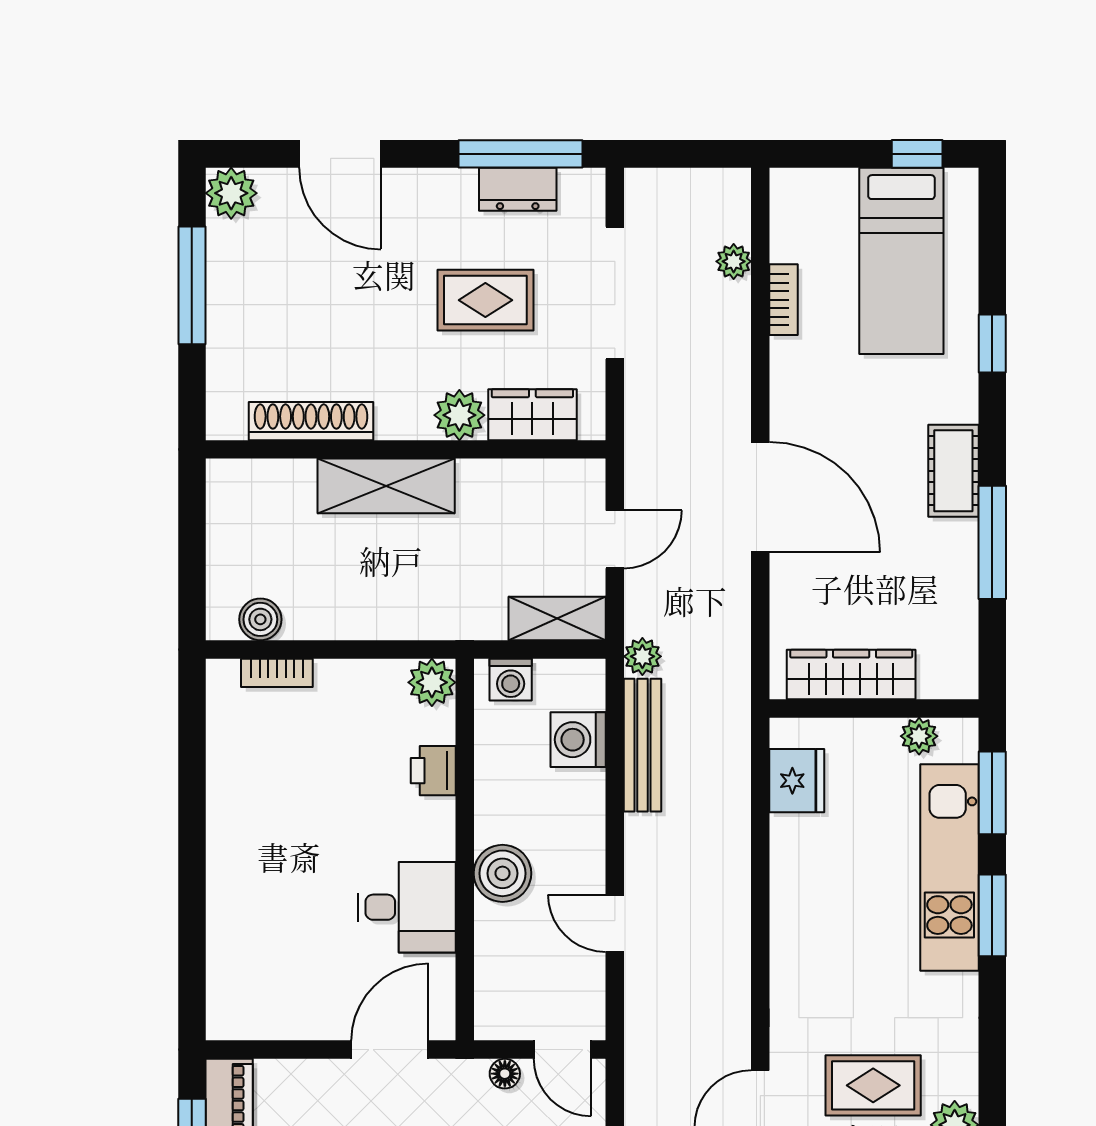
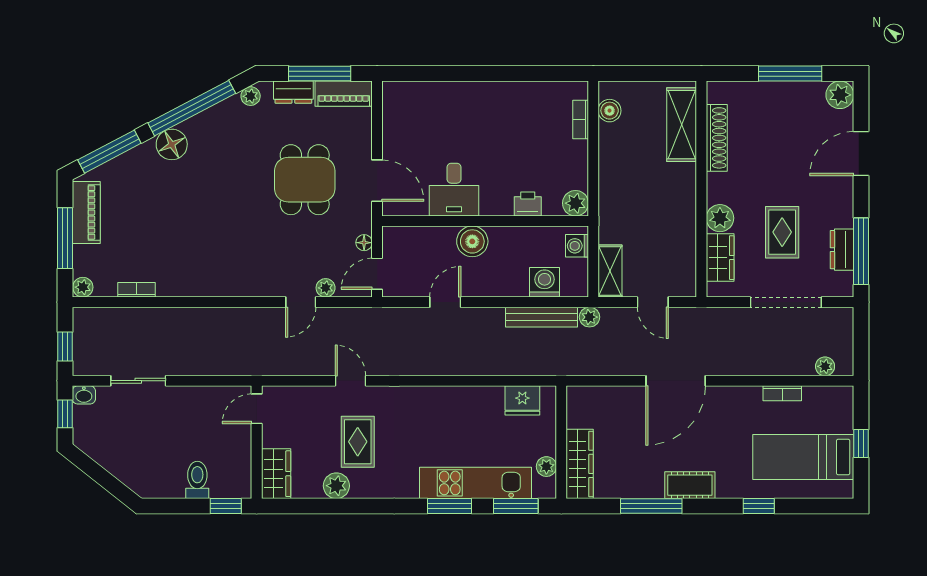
window: (917, 154) -> (861, 444), moved
plant: (734, 261) -> (825, 366), moved
shelving: (386, 486) -> (682, 125), moved
wardrobe: (851, 675) -> (580, 464), moved

